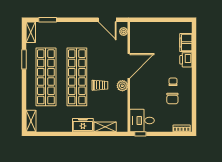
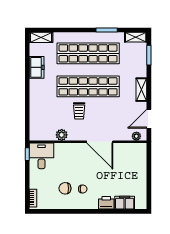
plant: (122, 86) -> (62, 135), moved
freezer: (83, 125) -> (37, 67), moved
shelving: (105, 127) -> (141, 90), moved

